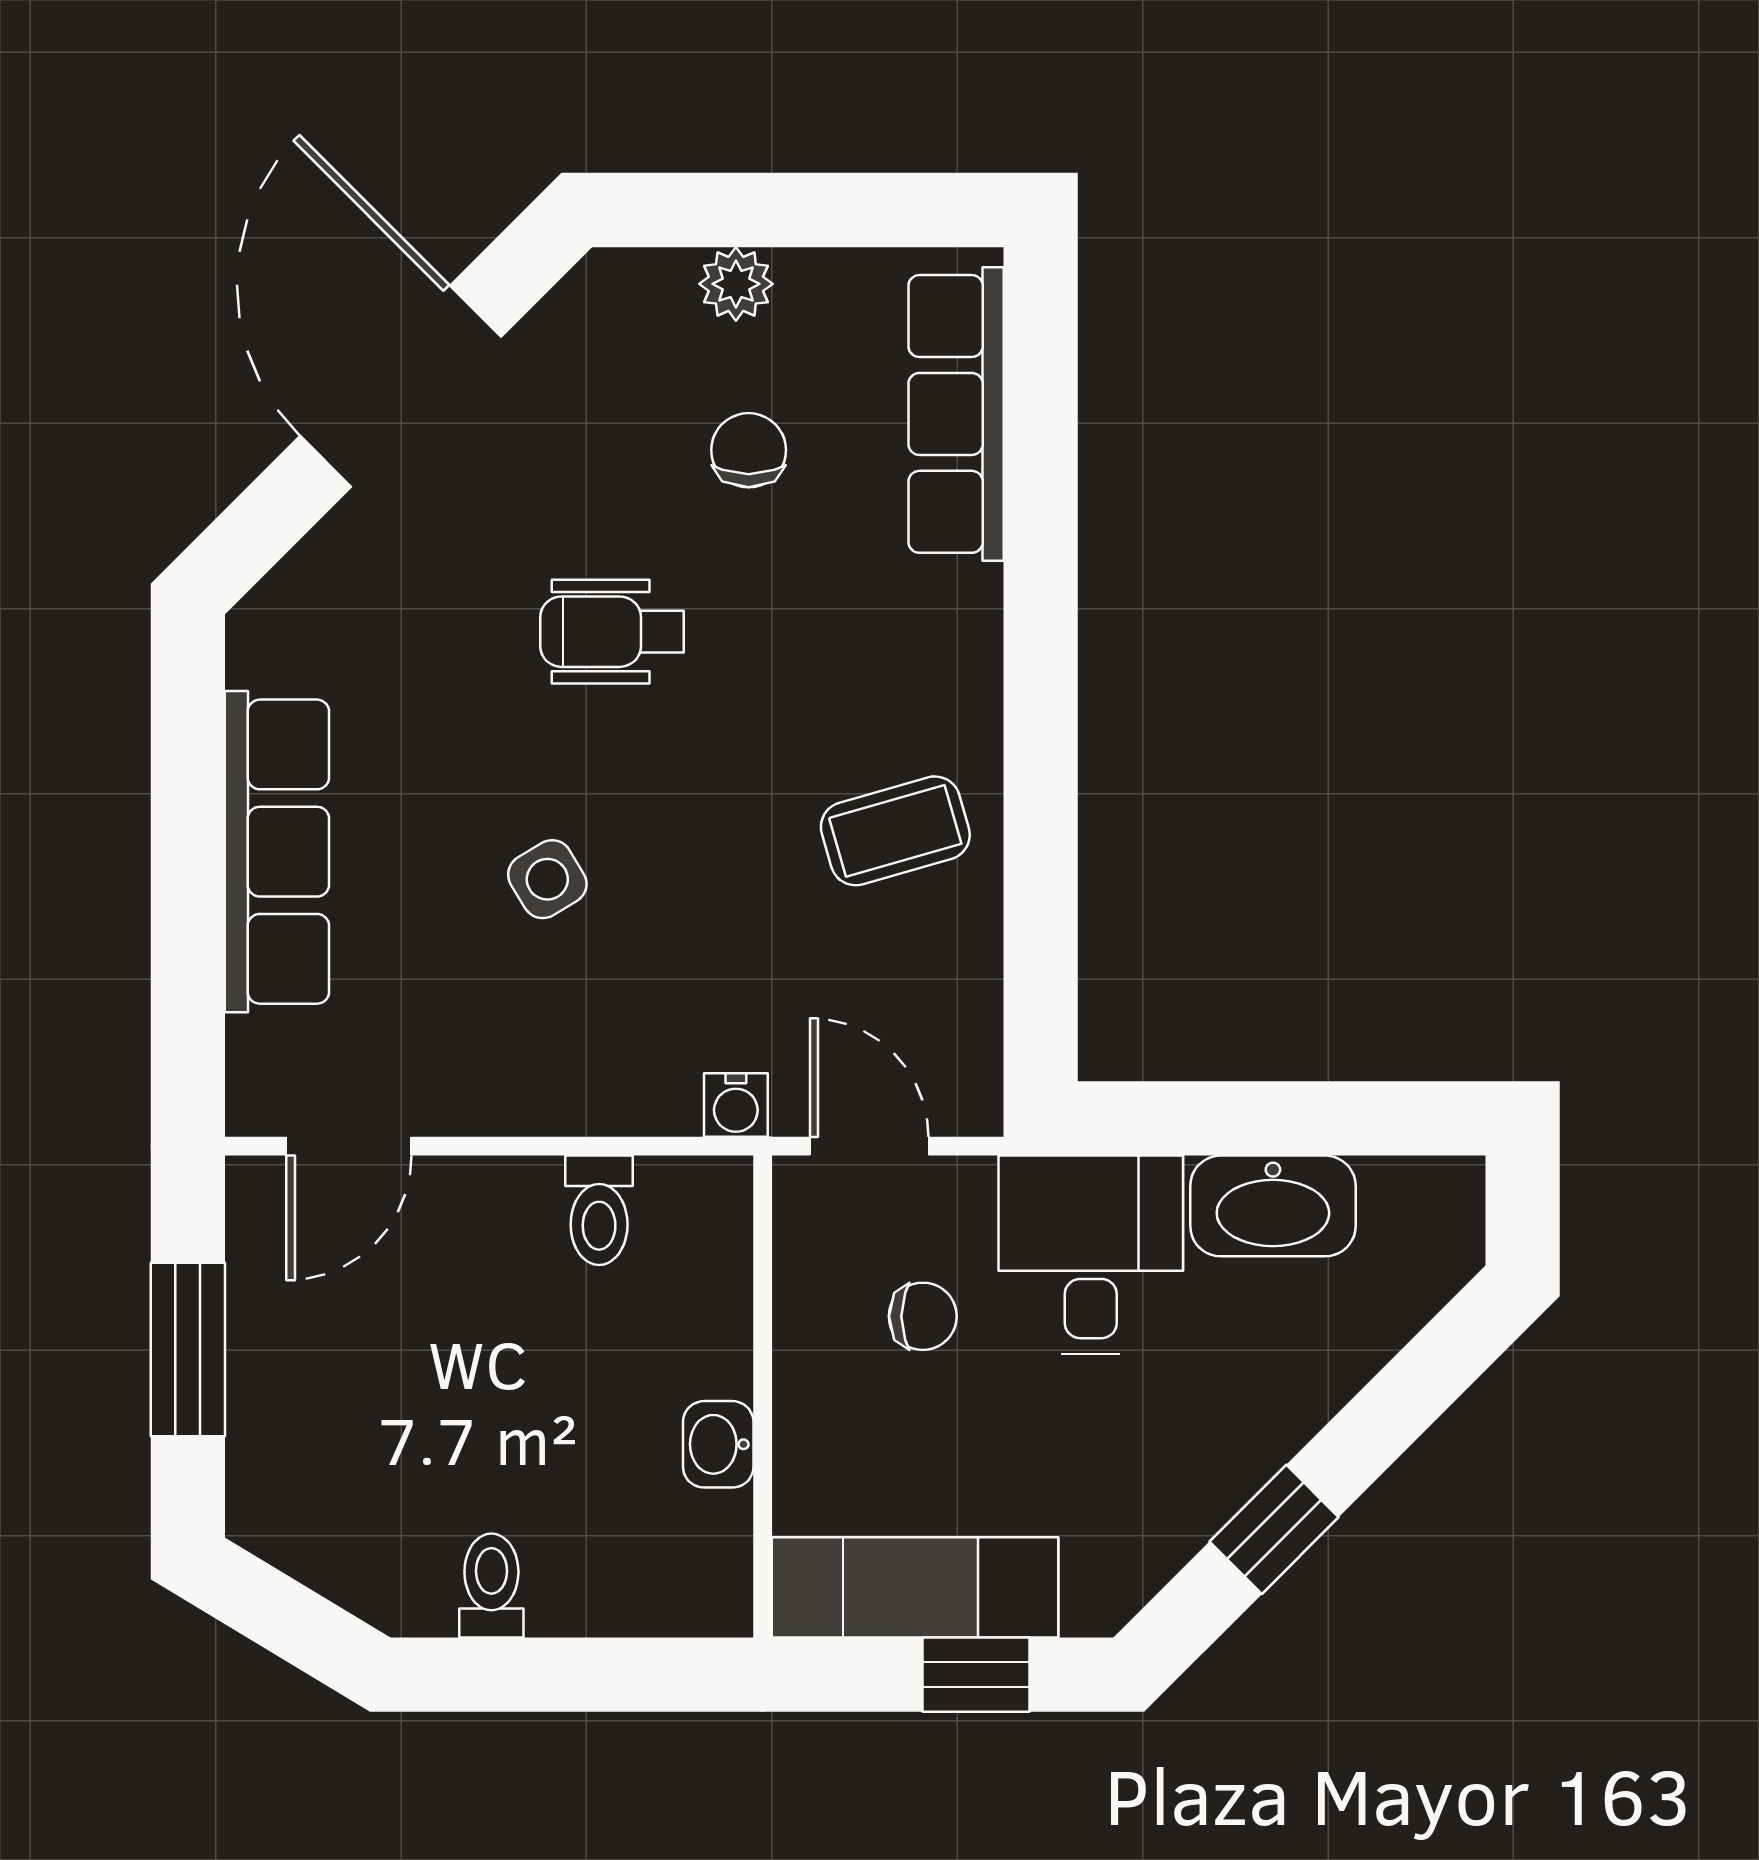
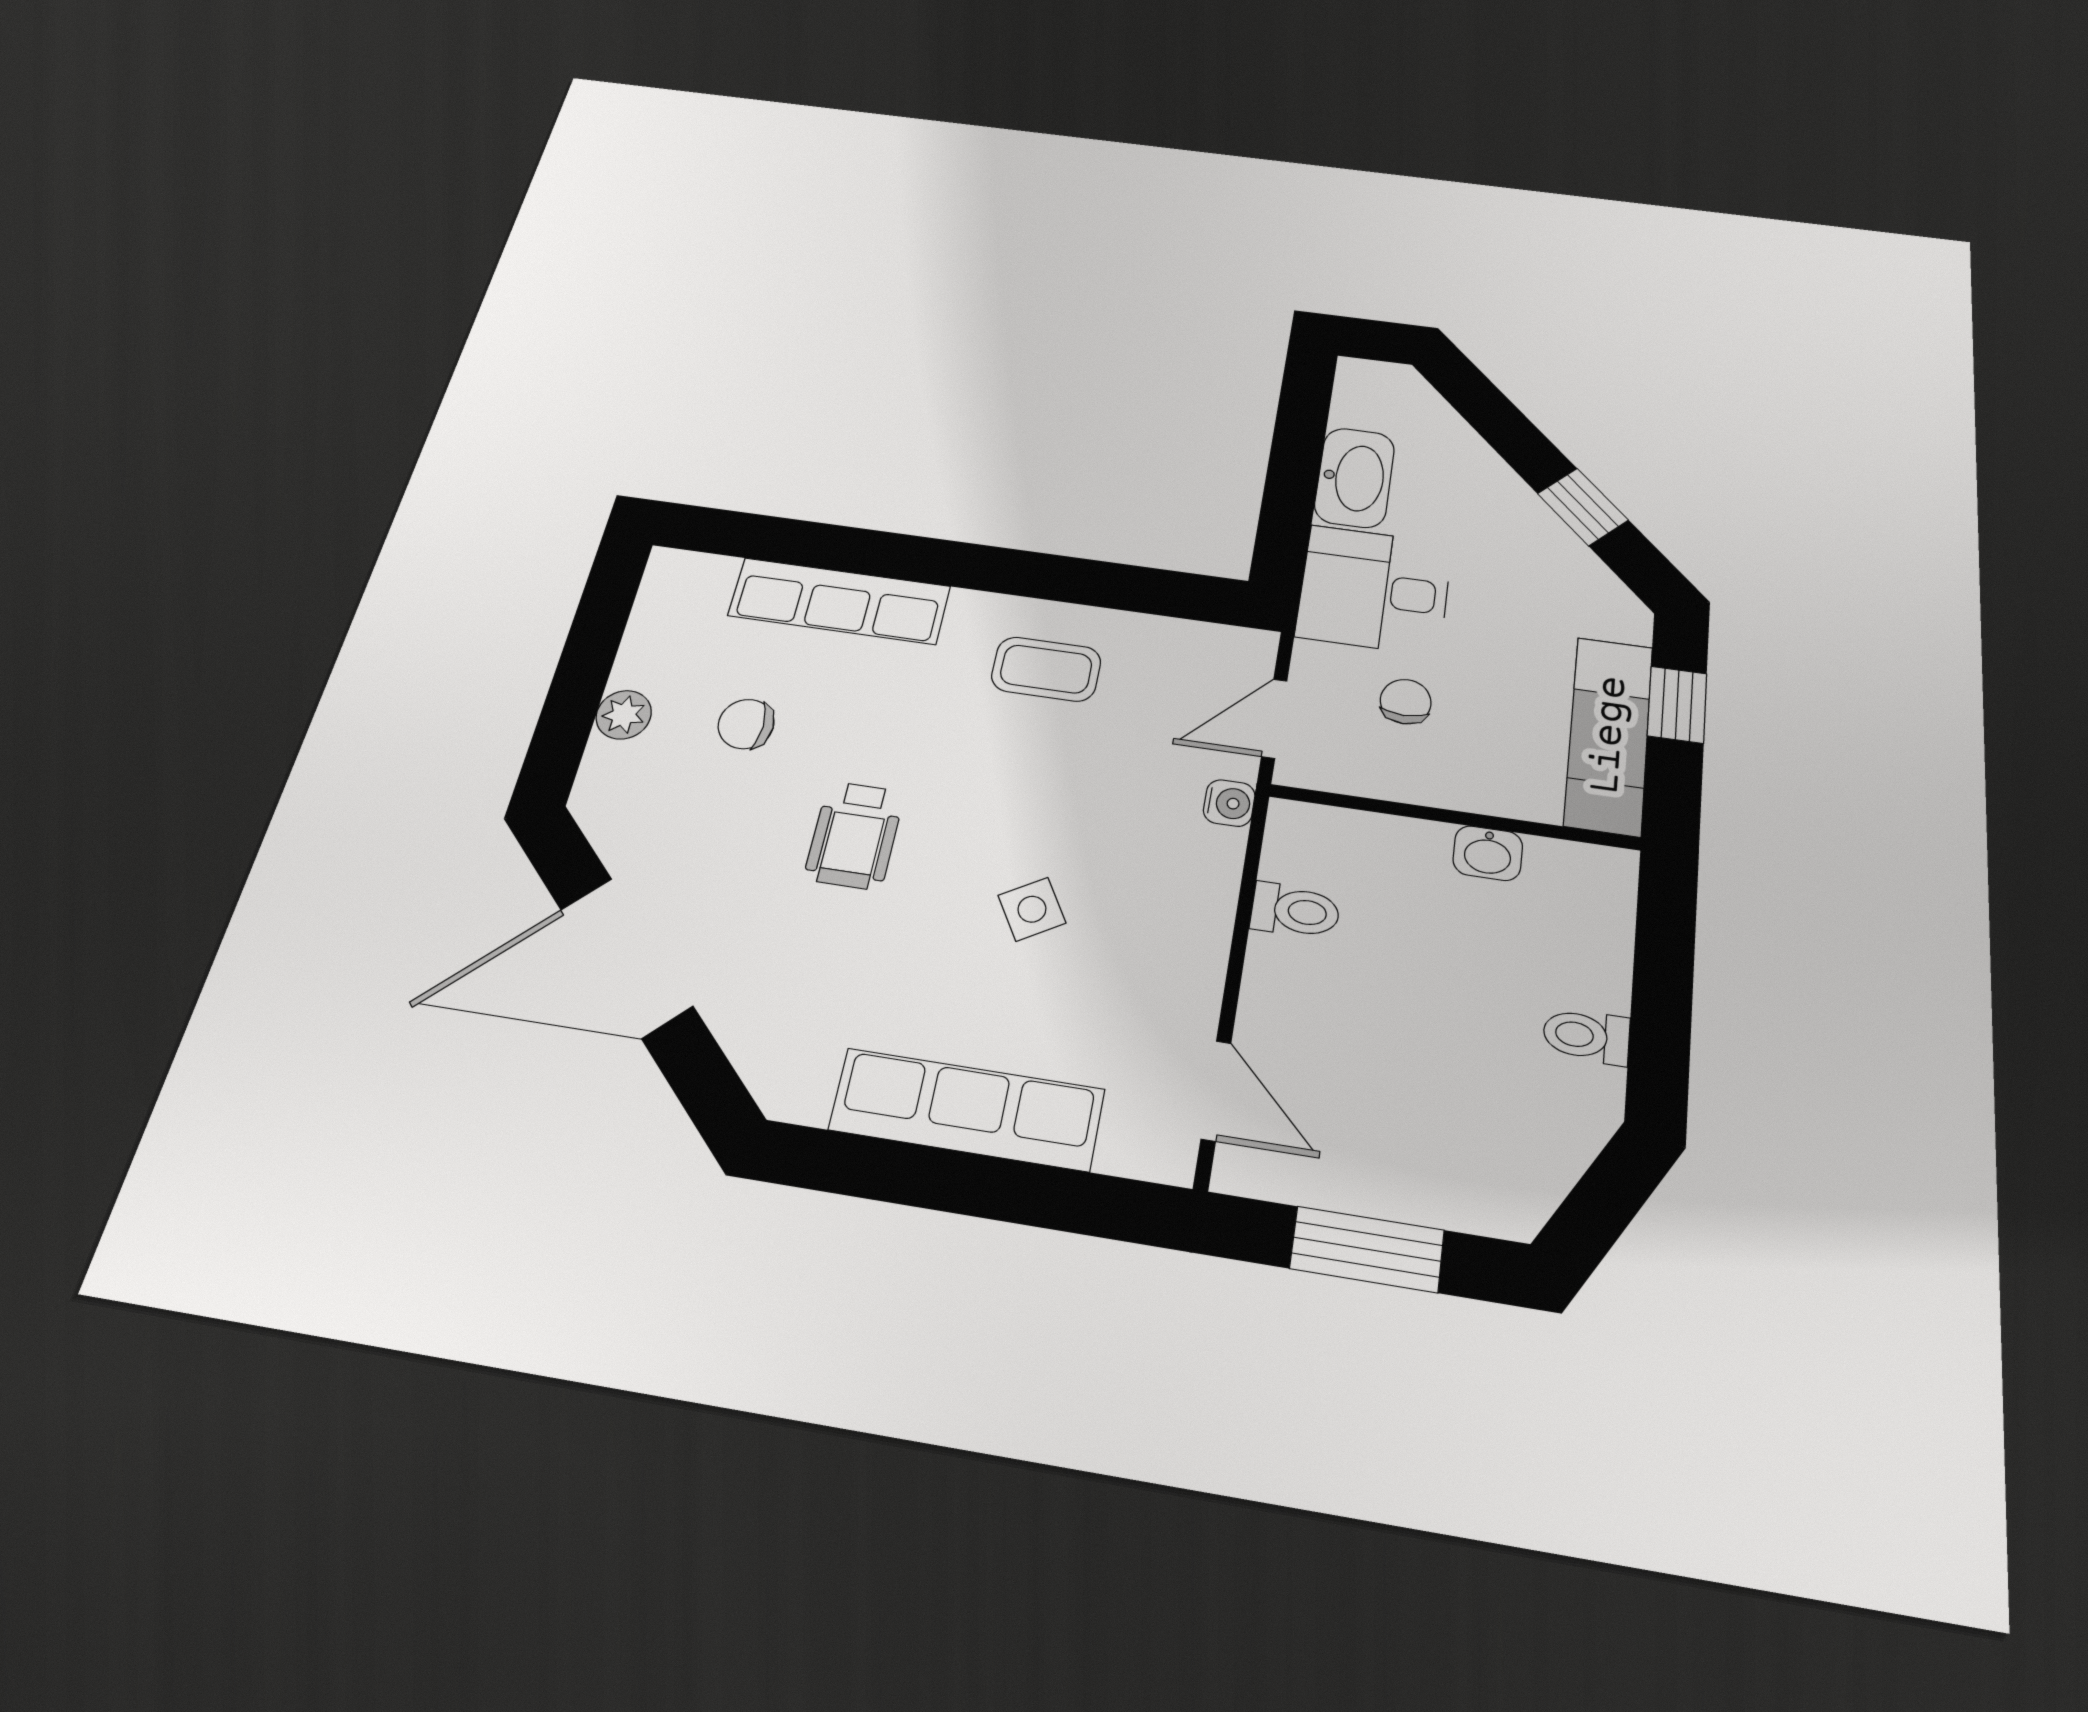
row of seats: (956, 414) -> (839, 601), moved
coffee table: (895, 831) -> (1046, 669), turned -74

